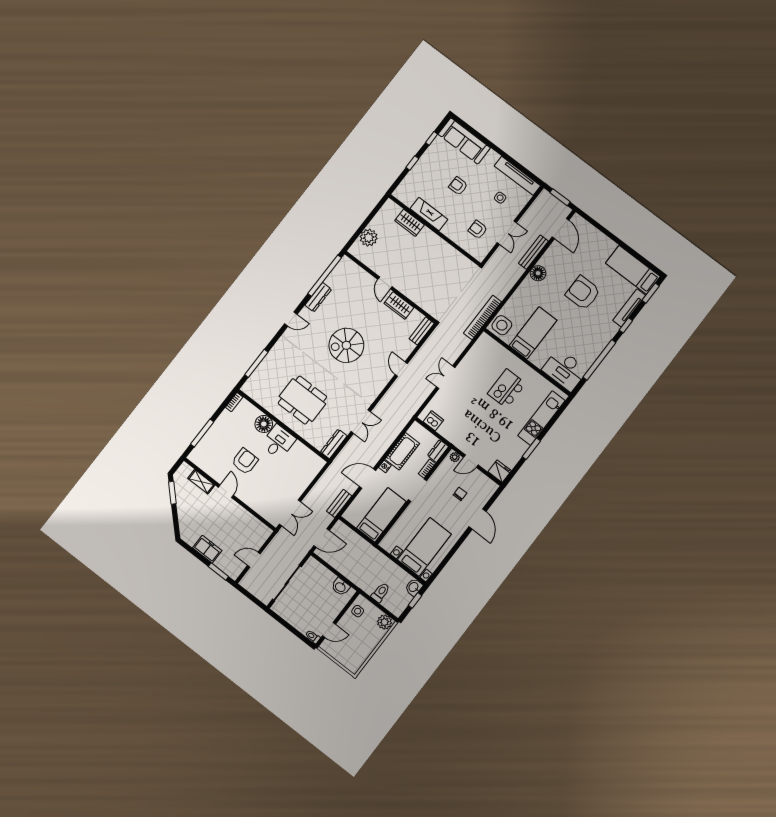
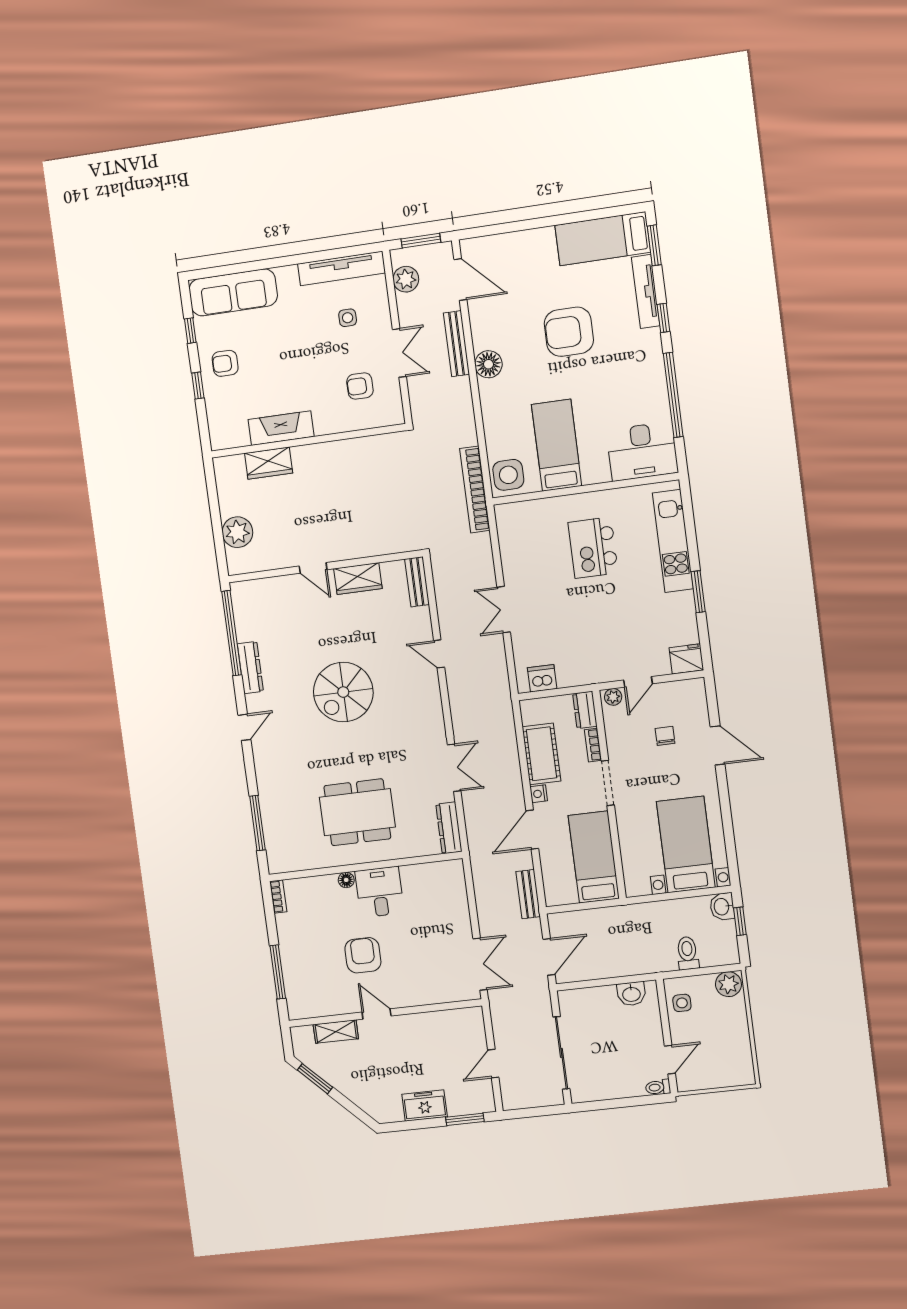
armchair: (458, 186) -> (225, 363), moved
plant: (539, 206) -> (406, 279), added
floor lamp: (264, 424) -> (346, 880), width x0.53, depth x0.53

